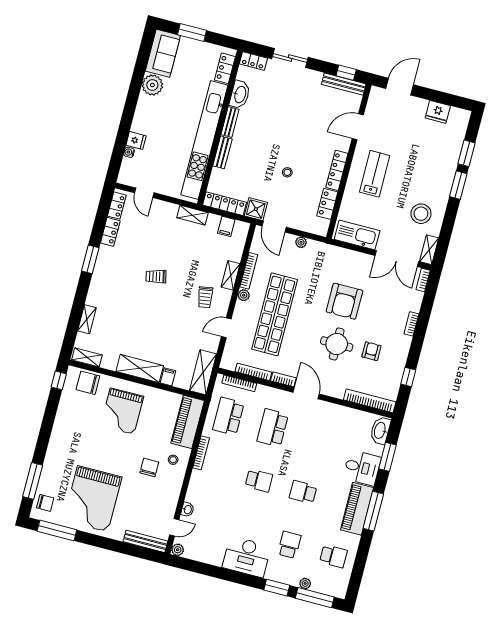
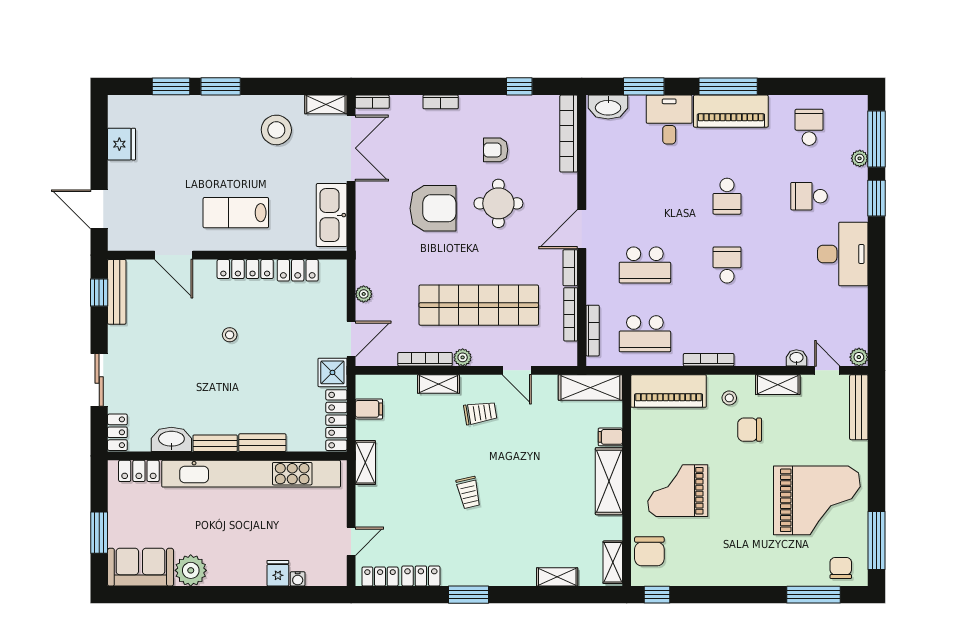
stool: (287, 172) -> (230, 335), moved
grand piano: (122, 411) -> (678, 491), turned 180
shelving: (173, 493) -> (778, 385), added

